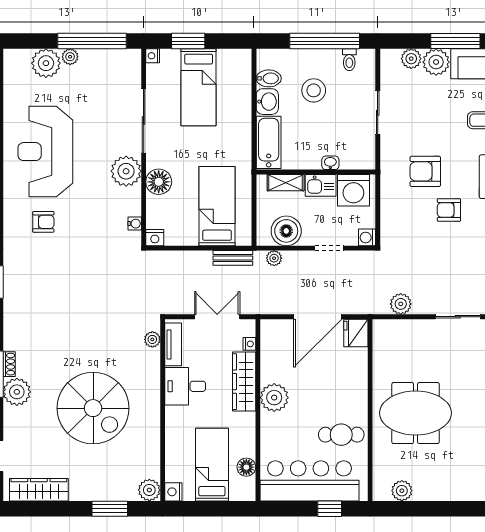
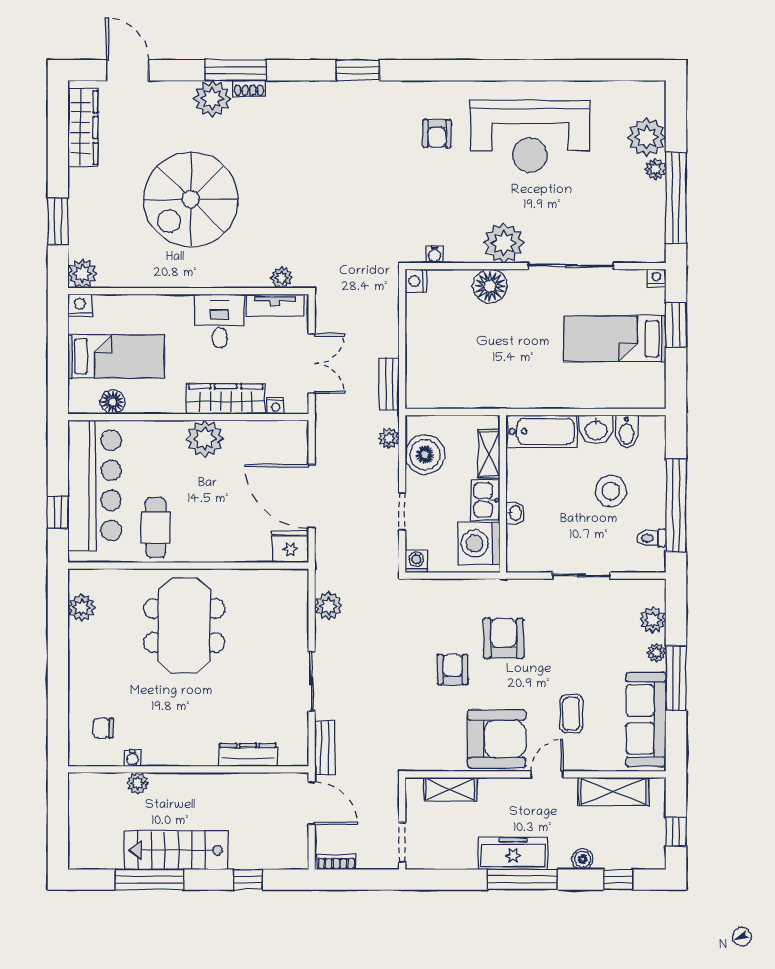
plant: (436, 62) -> (656, 653), width x0.53, depth x0.53
reception desk: (45, 152) -> (530, 136), turned 180
bed: (217, 206) -> (458, 363), removed

